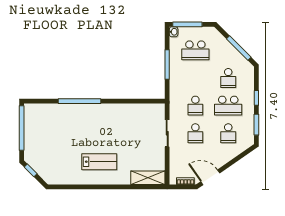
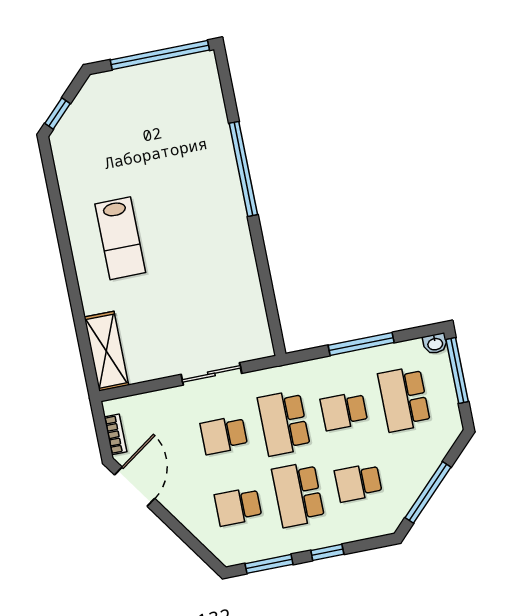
school desk: (195, 78) -> (344, 411), added
school desk: (195, 106) -> (284, 423), width x1.85
window: (31, 170) -> (57, 114), moved

